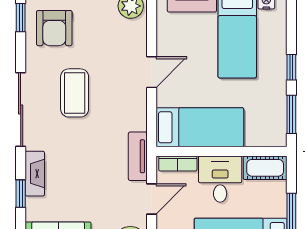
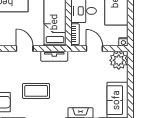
tv unit: (138, 156) -> (54, 56), moved

